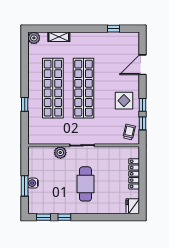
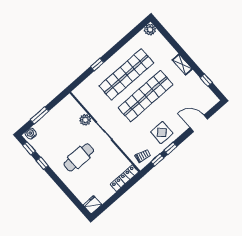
shelving: (59, 37) -> (182, 64), moved
locker: (134, 174) -> (124, 178), moved
water cooler: (33, 183) -> (31, 134), moved

